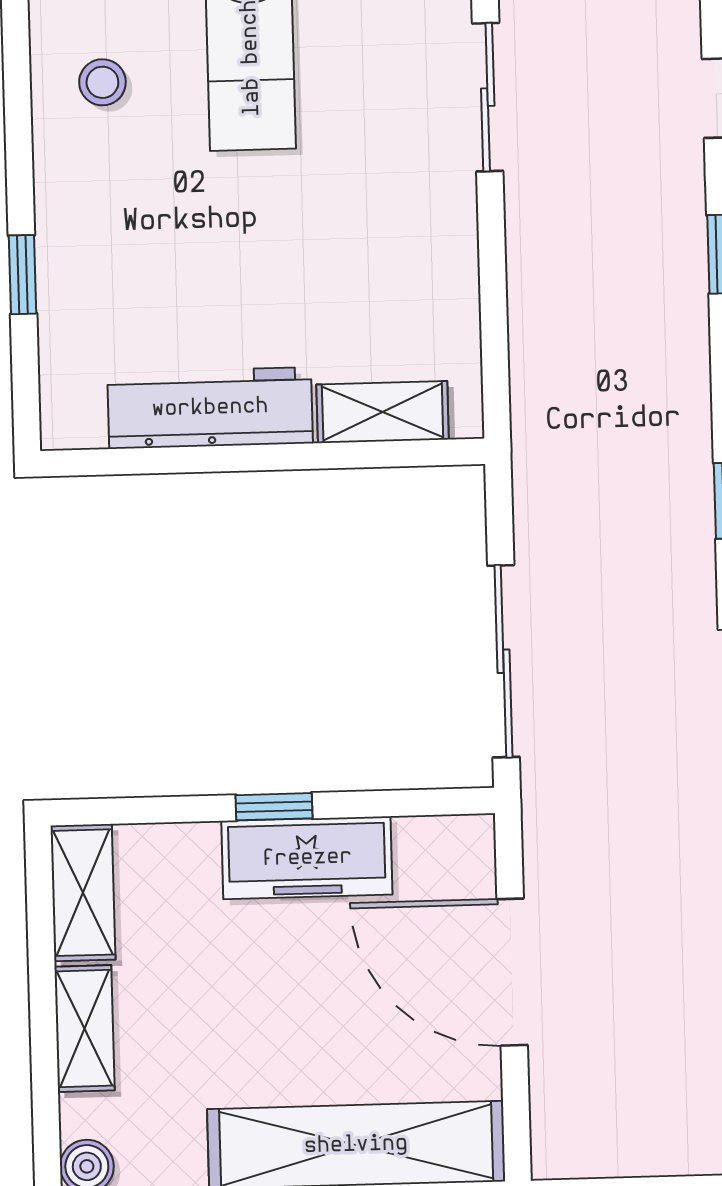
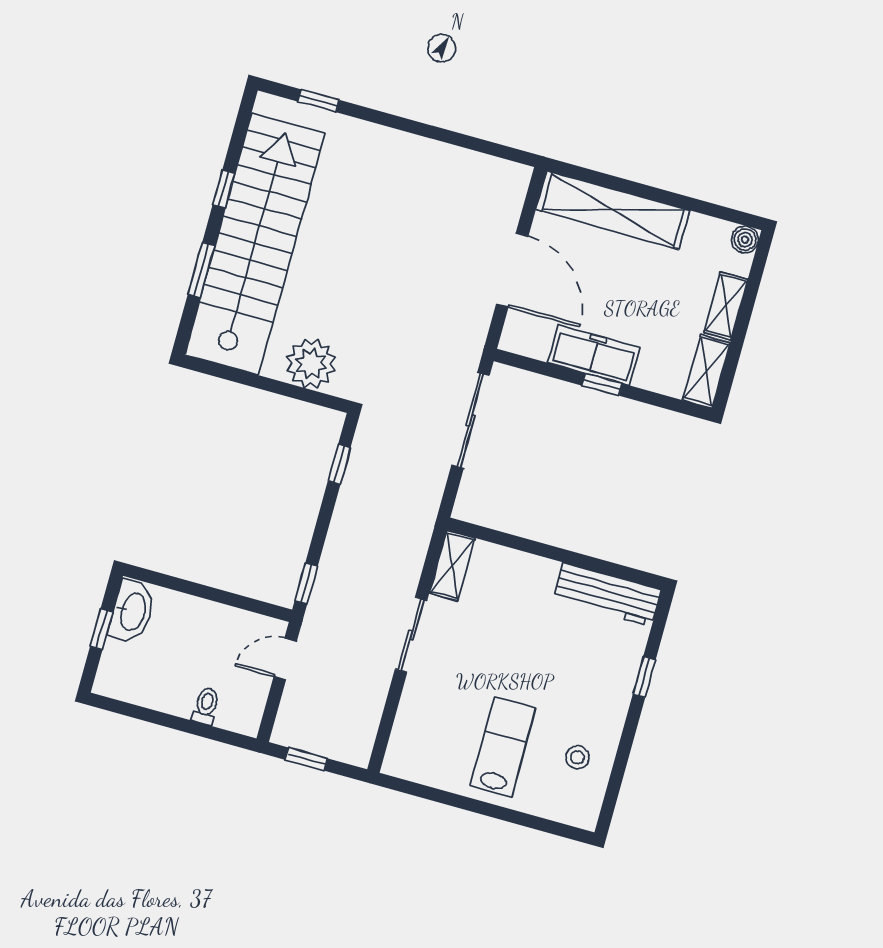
sliding door: (488, 97) -> (411, 635), moved
workbench: (210, 408) -> (607, 594), moved
shelving: (383, 412) -> (452, 566), moved, turned 90

